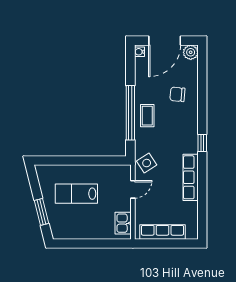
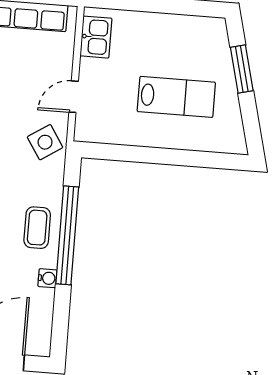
water cooler: (139, 52) -> (47, 278), moved

